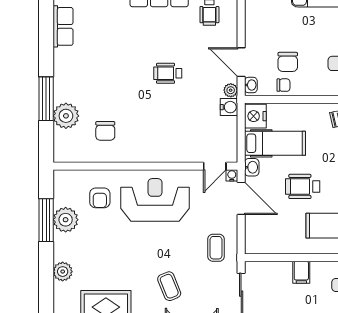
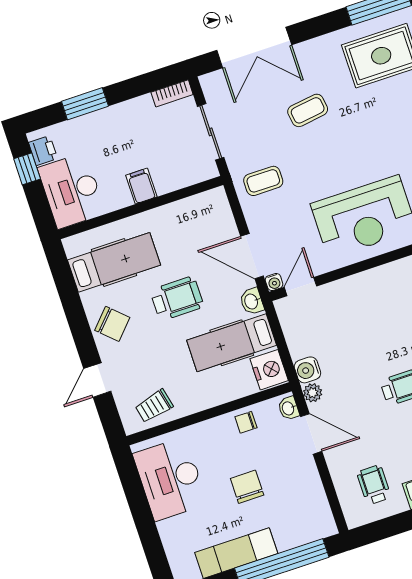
chair: (288, 62) -> (247, 487), moved
coffee table: (216, 248) -> (263, 181), turned 90
coffee table: (169, 286) -> (308, 110), turned -76

